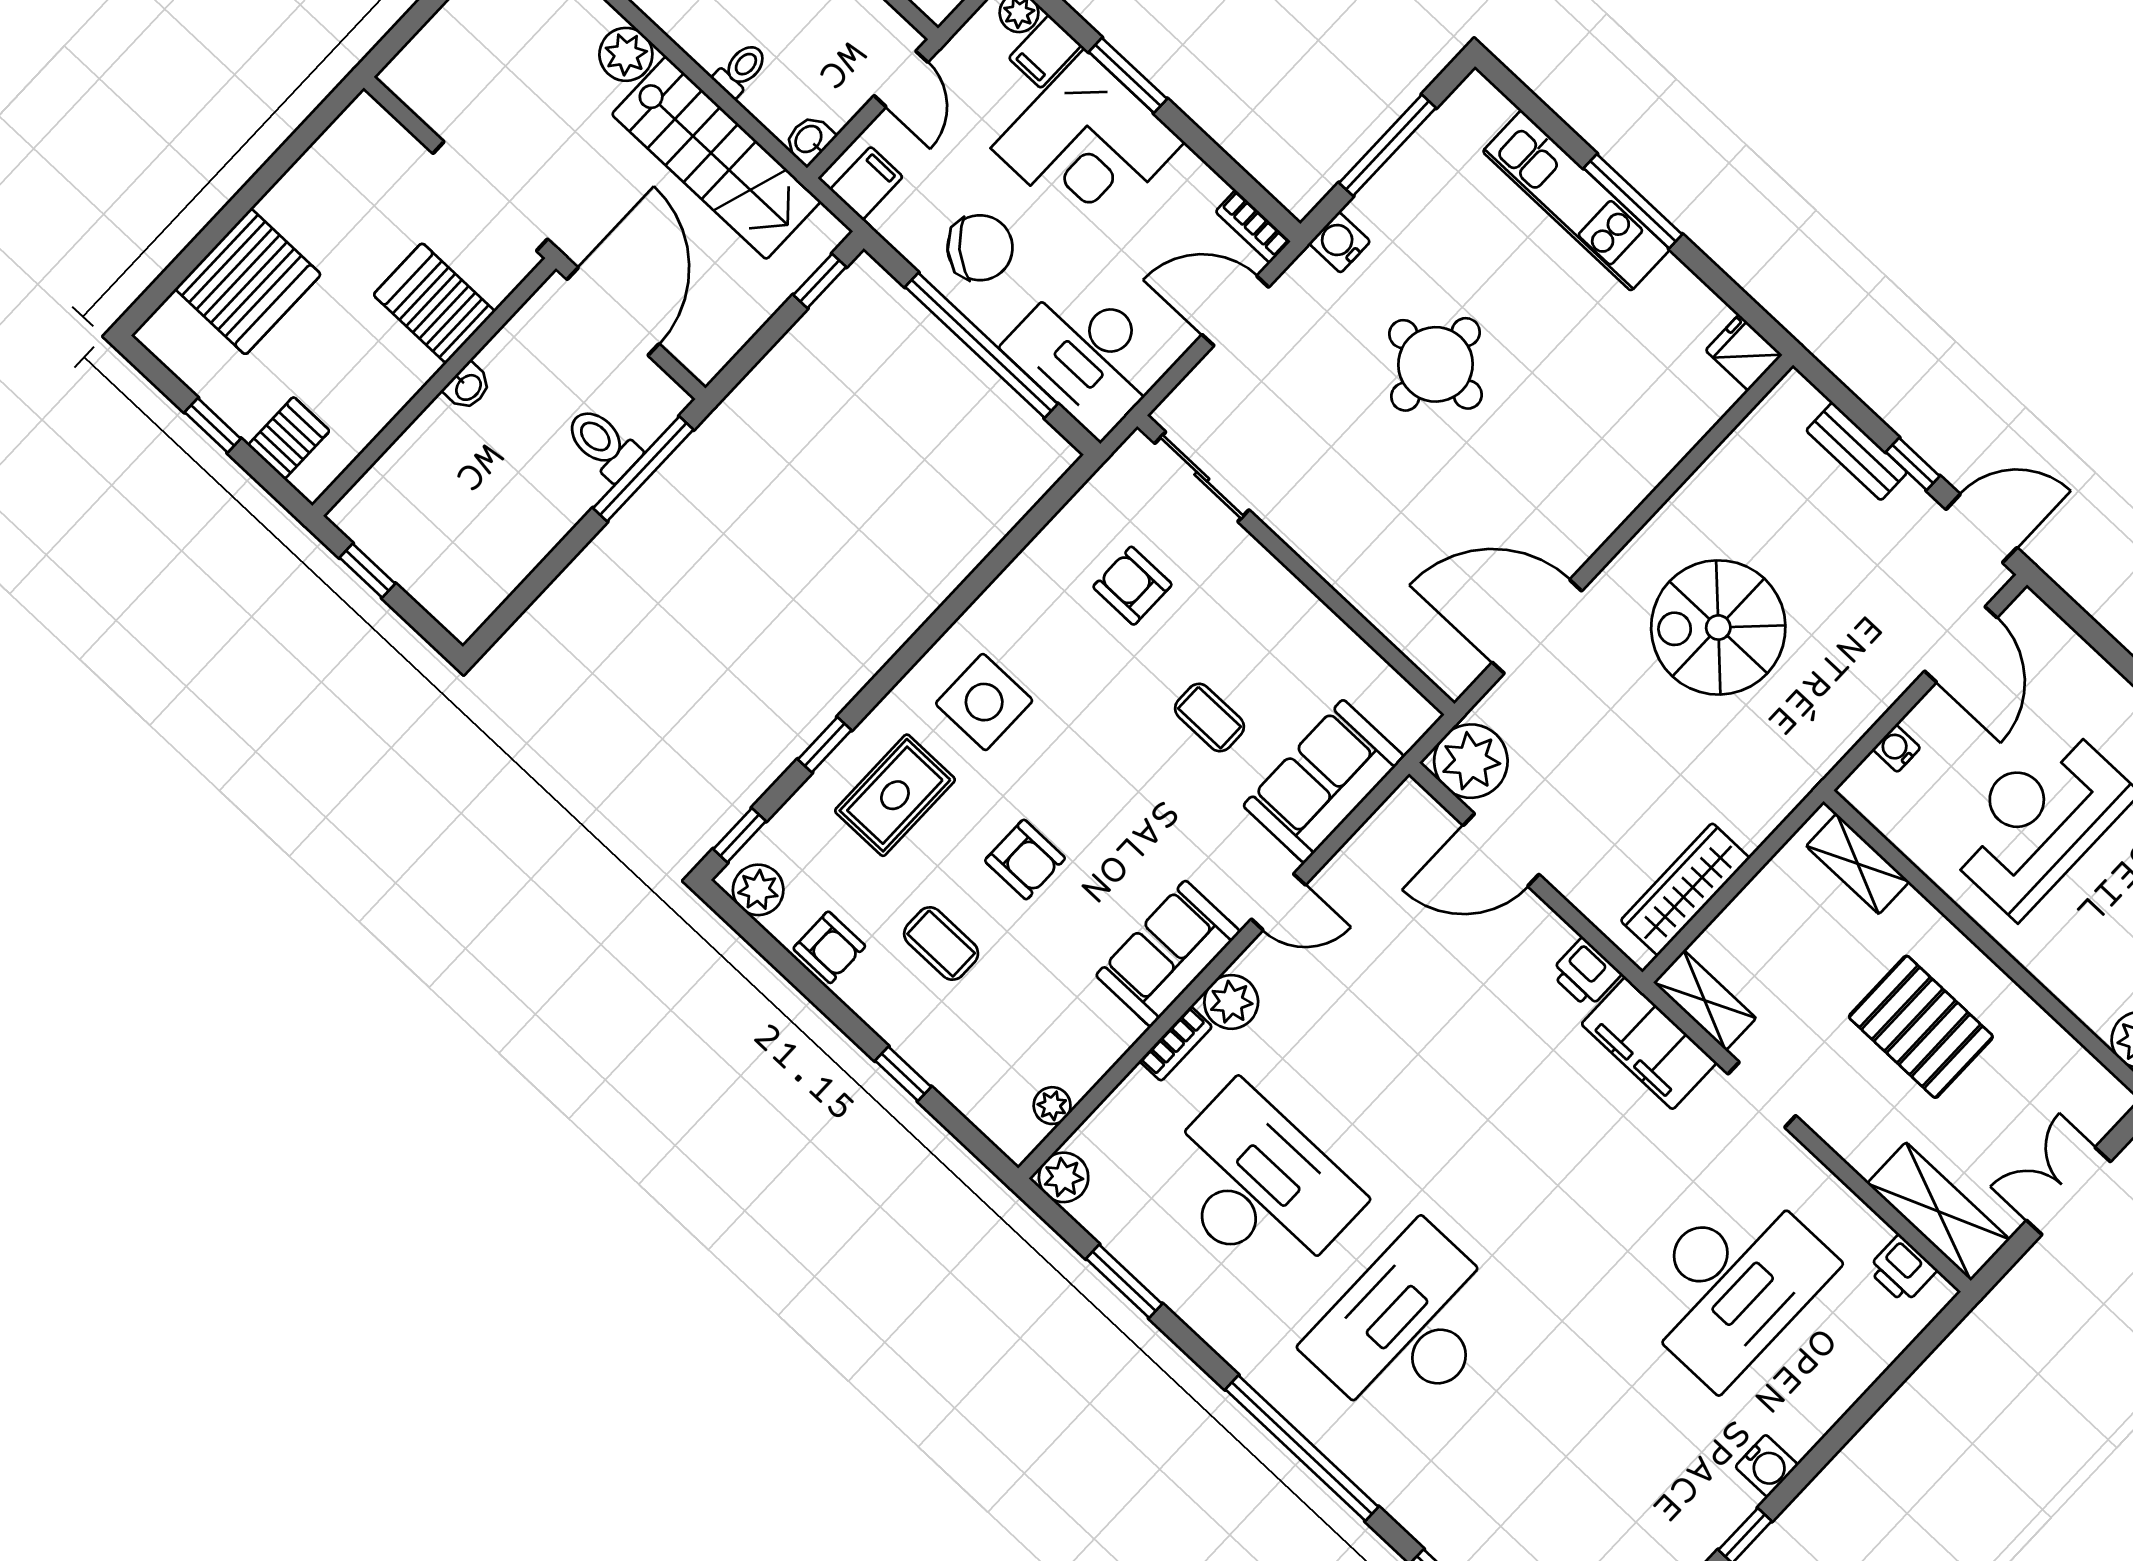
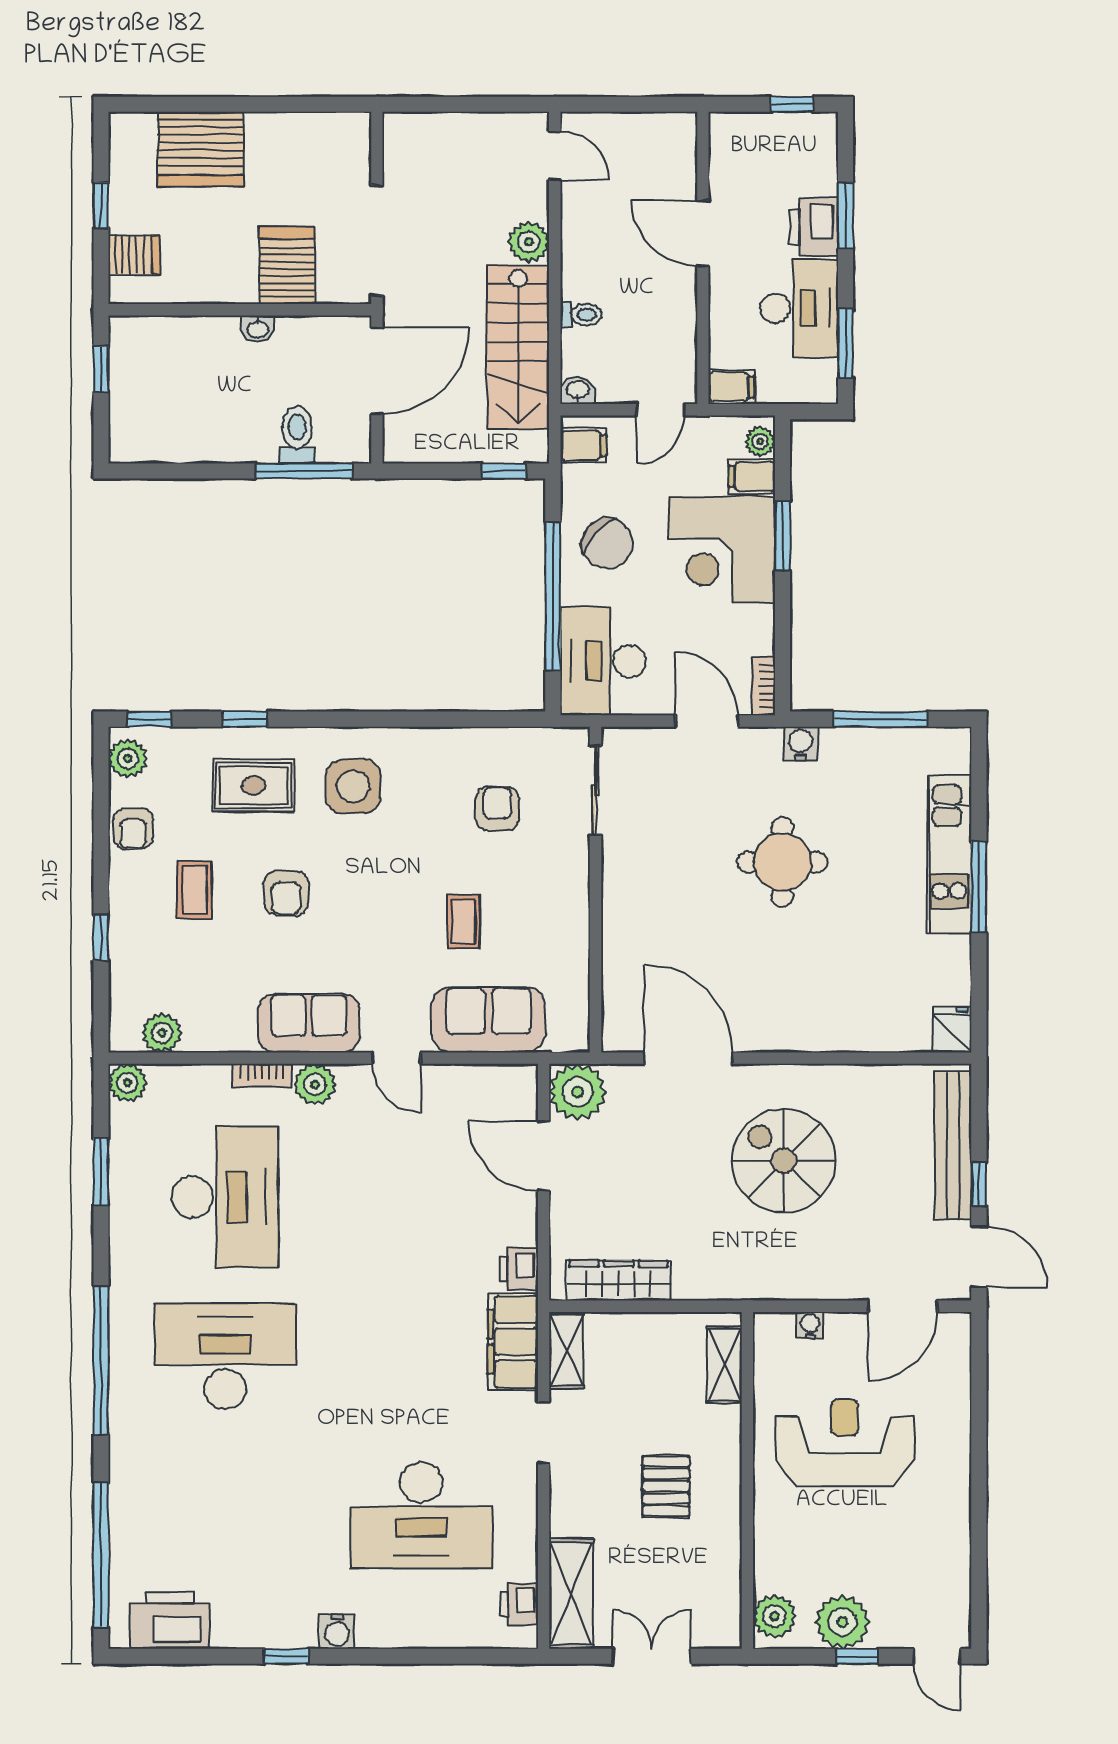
bench: (1857, 451) -> (953, 1145), width x1.86, depth x1.21
pallet: (1921, 1027) -> (666, 1486), width x0.67, depth x0.71
plant: (1052, 1106) -> (162, 1033), width x1.38, depth x1.38

